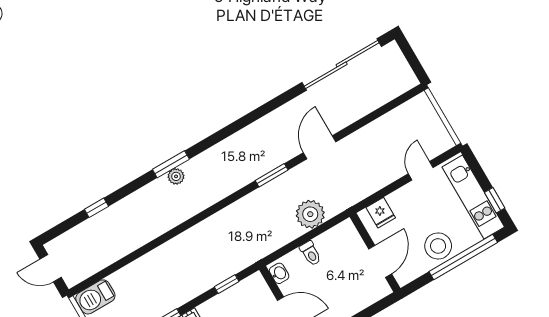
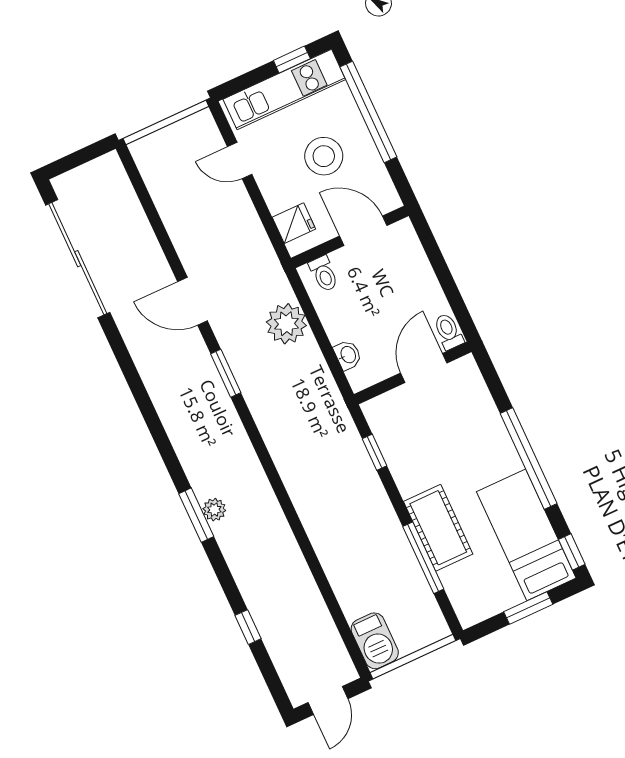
stool: (438, 246) -> (324, 156), moved
toilet: (310, 253) -> (324, 274), moved, turned 90
washbasin: (279, 273) -> (348, 355), moved, turned 90

